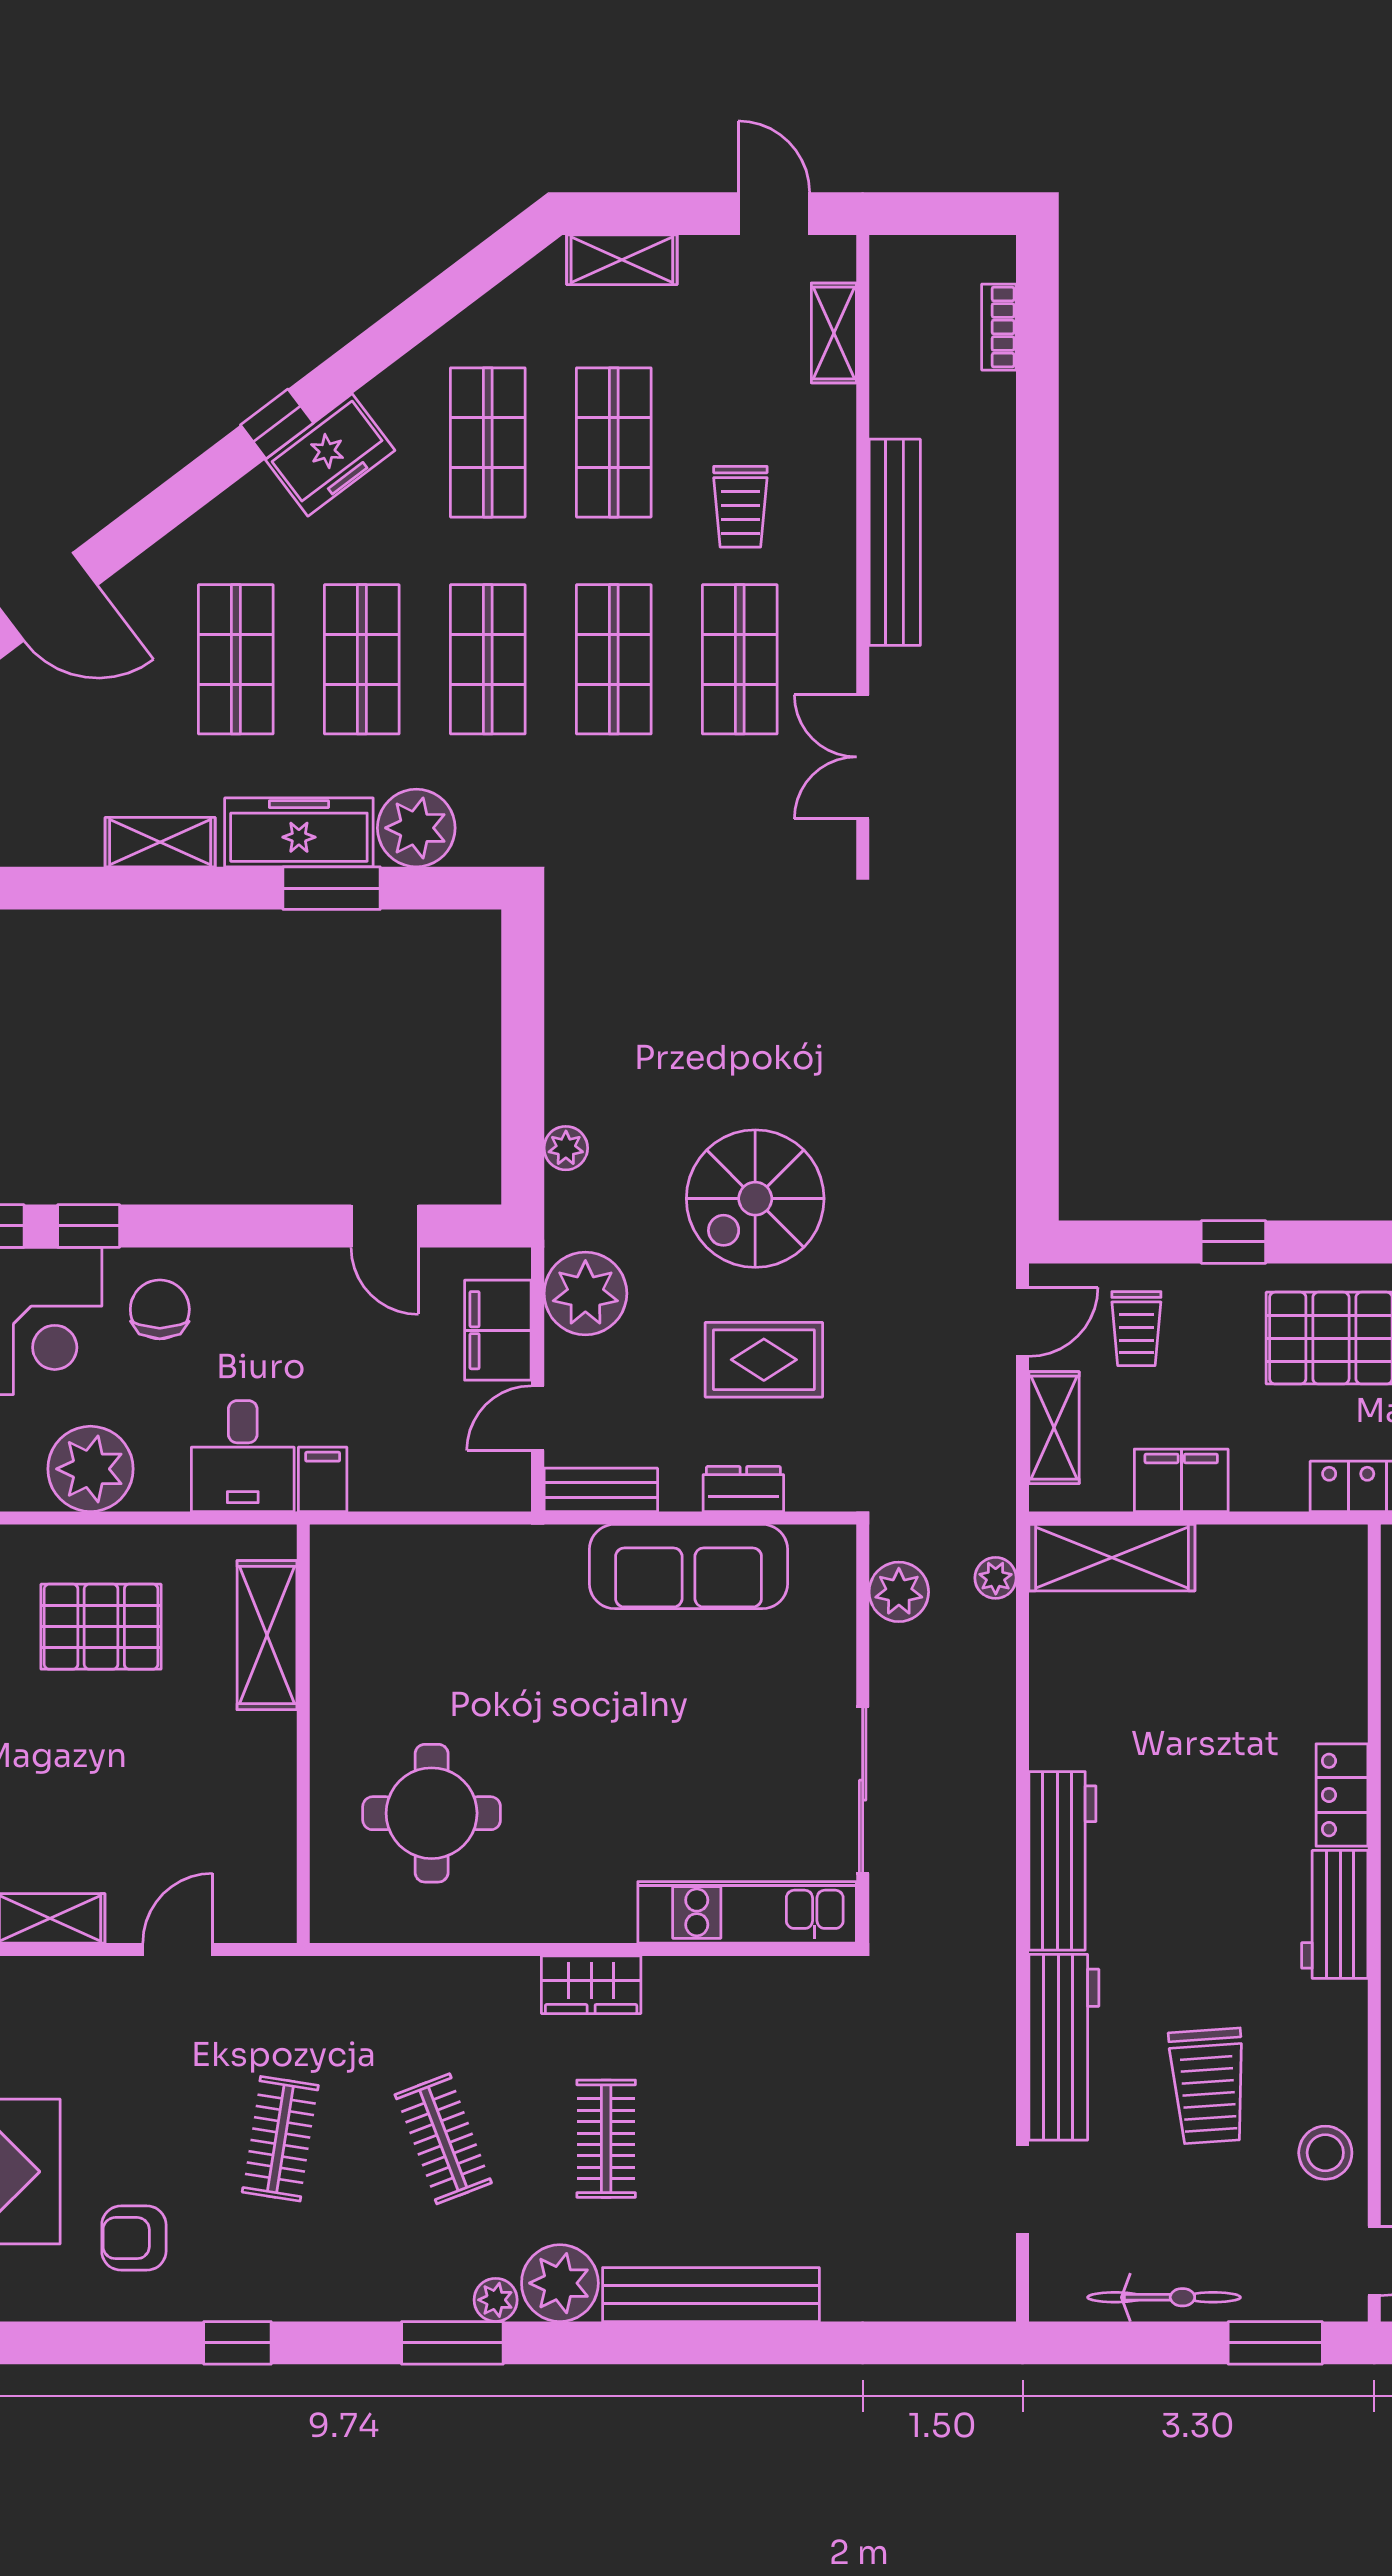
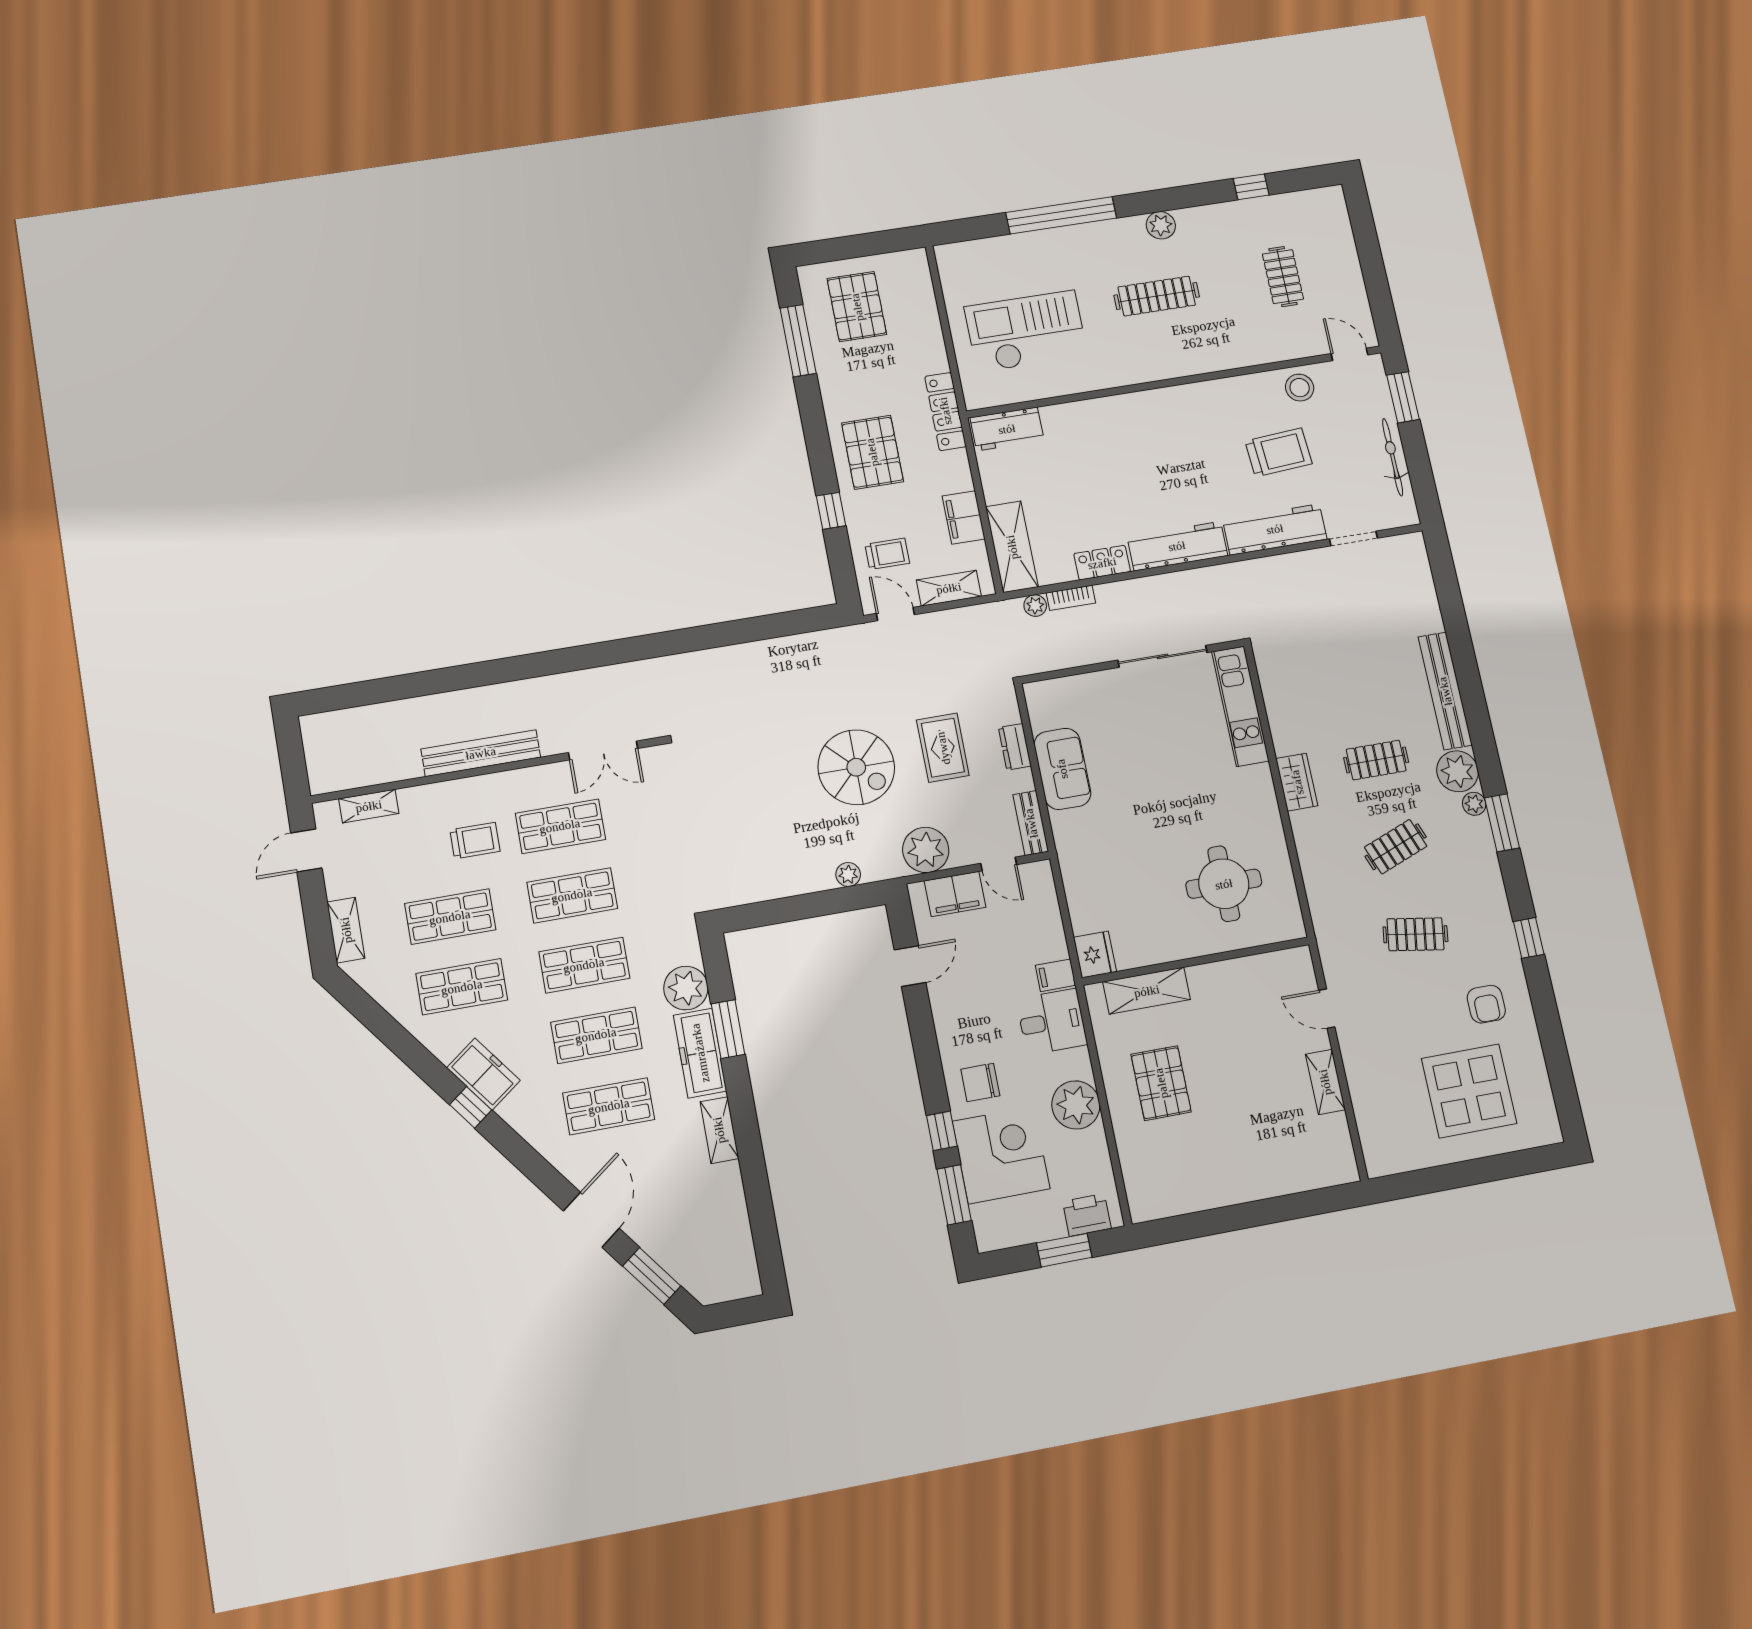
bookcase: (999, 327) -> (1071, 598), moved
fridge: (347, 1557) -> (1095, 954), added
sofa: (689, 1567) -> (1062, 769), width x0.73
plant: (899, 1592) -> (1053, 655), removed
locker: (1342, 1795) -> (1102, 563), moved, turned 180
workbench: (1335, 1914) -> (1007, 429), moved

